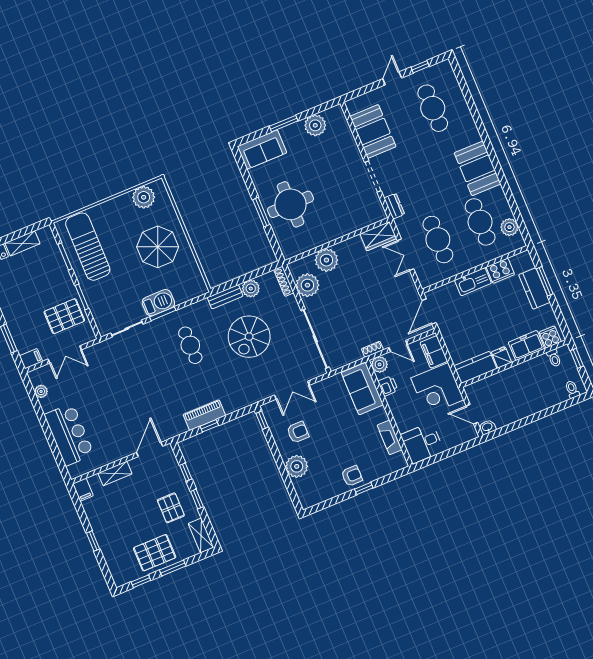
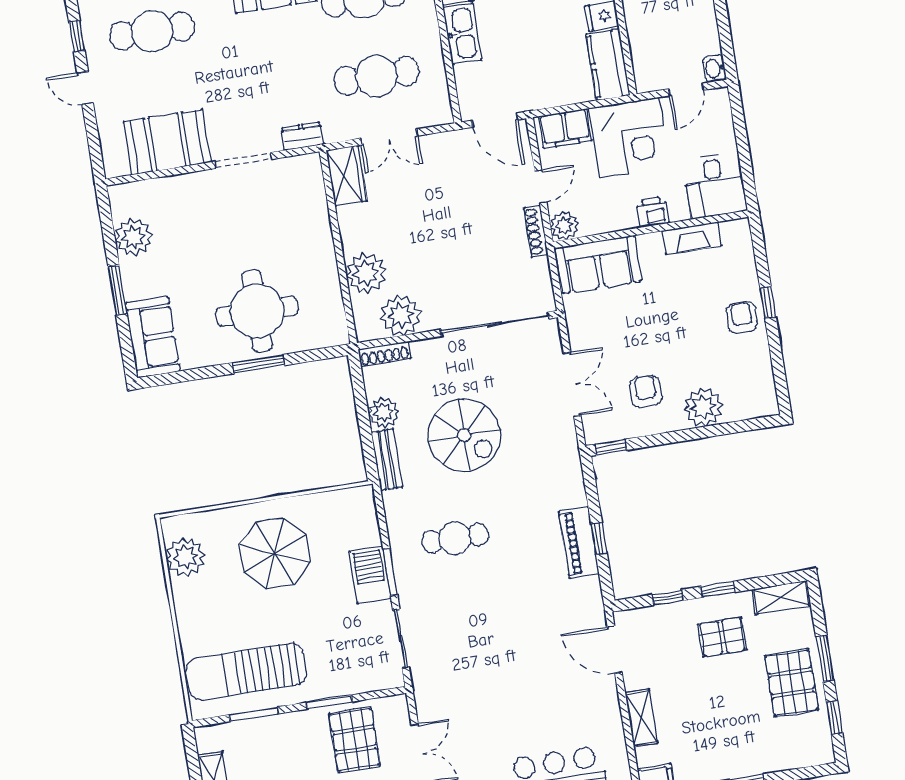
shoe rack: (372, 349) -> (536, 231), width x1.43
printer: (388, 386) -> (653, 212), moved

